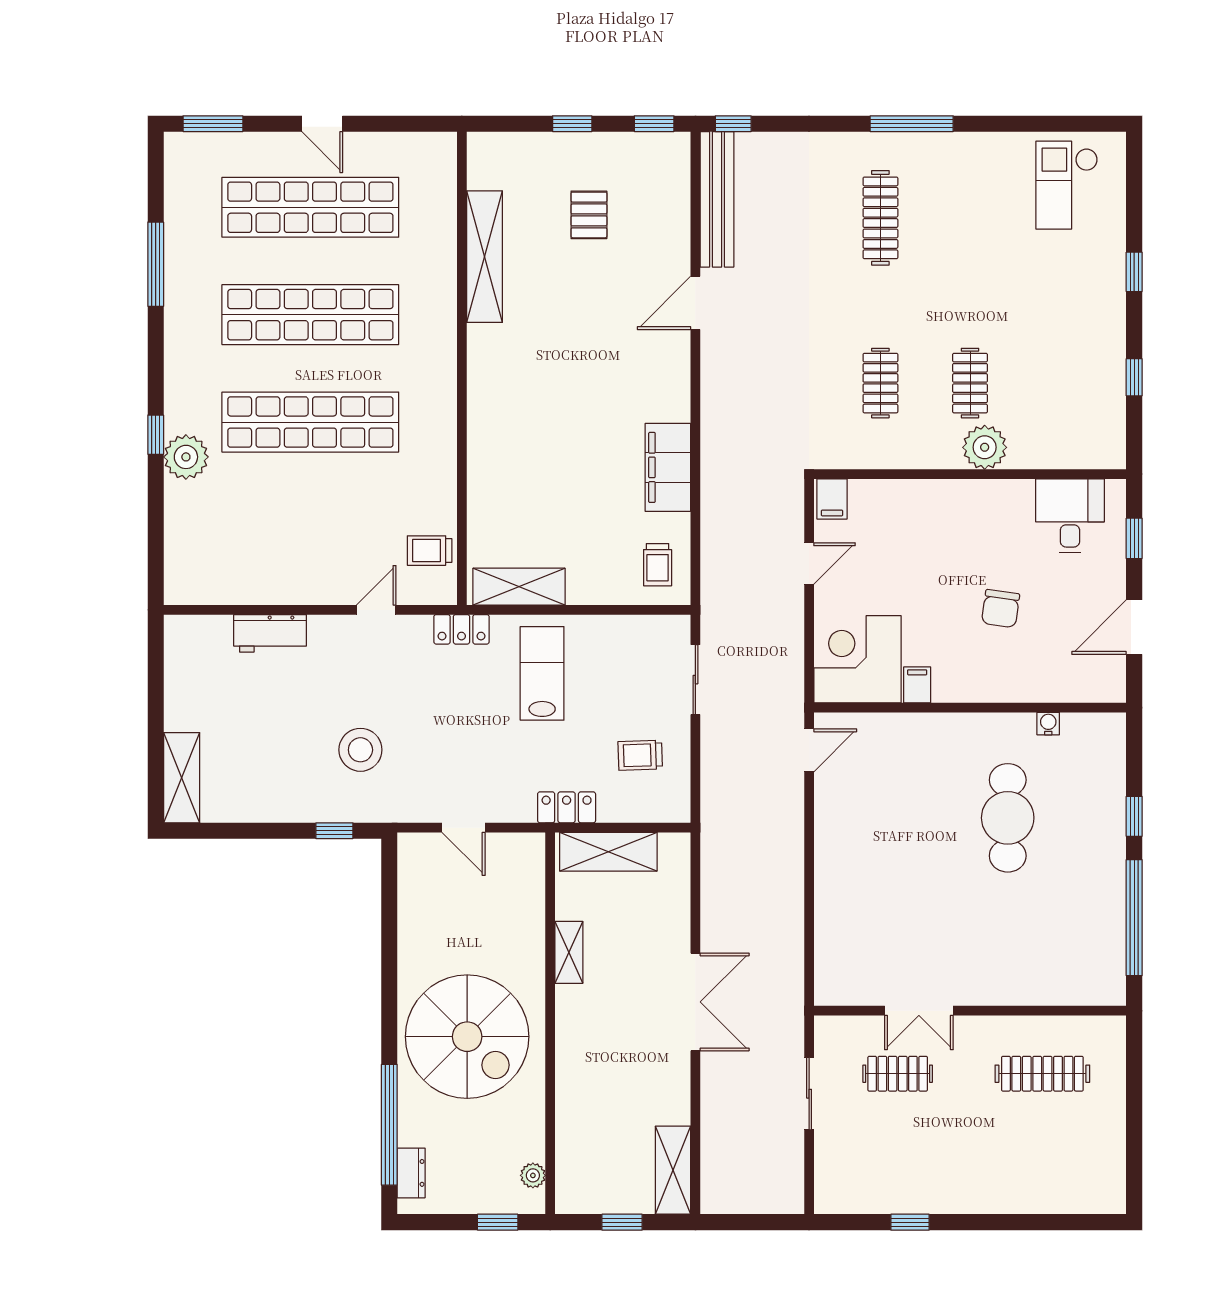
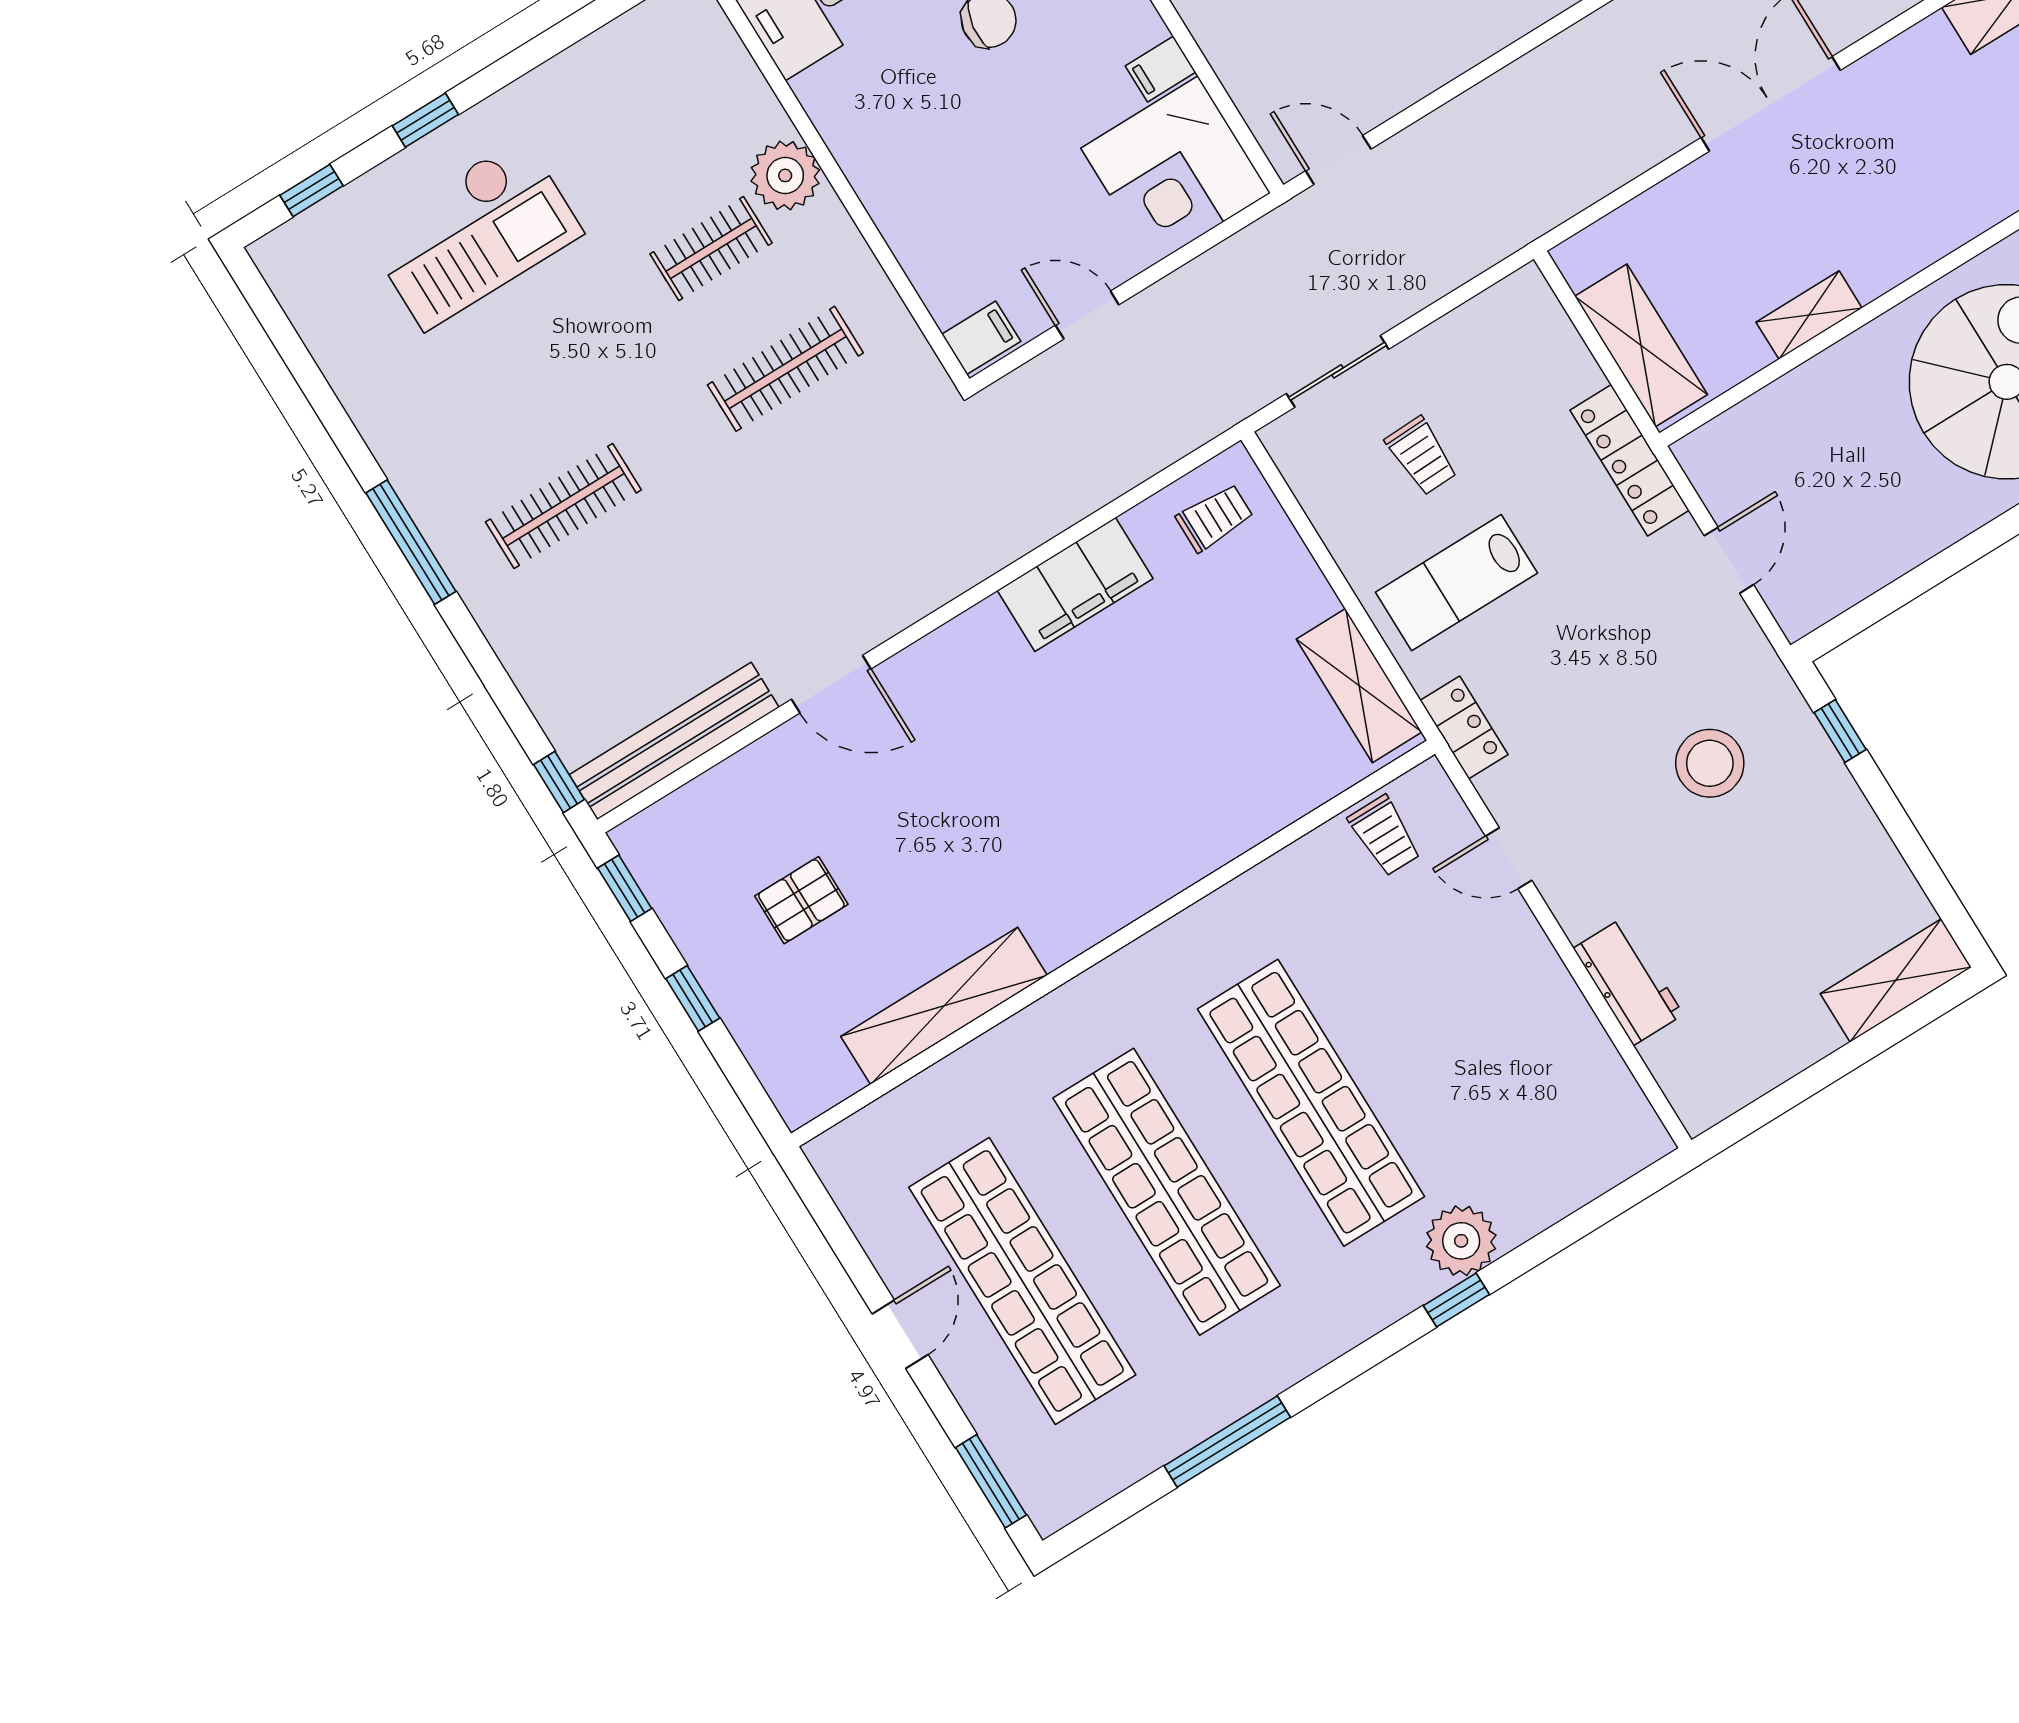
checkout: (1067, 185) -> (474, 233), moved, width x1.36, depth x1.21
window: (1134, 377) -> (312, 190), moved
clothes rail: (880, 383) -> (785, 369), width x1.36
trolley: (640, 755) -> (1421, 456), moved
locker: (567, 807) -> (1630, 460), width x1.53

